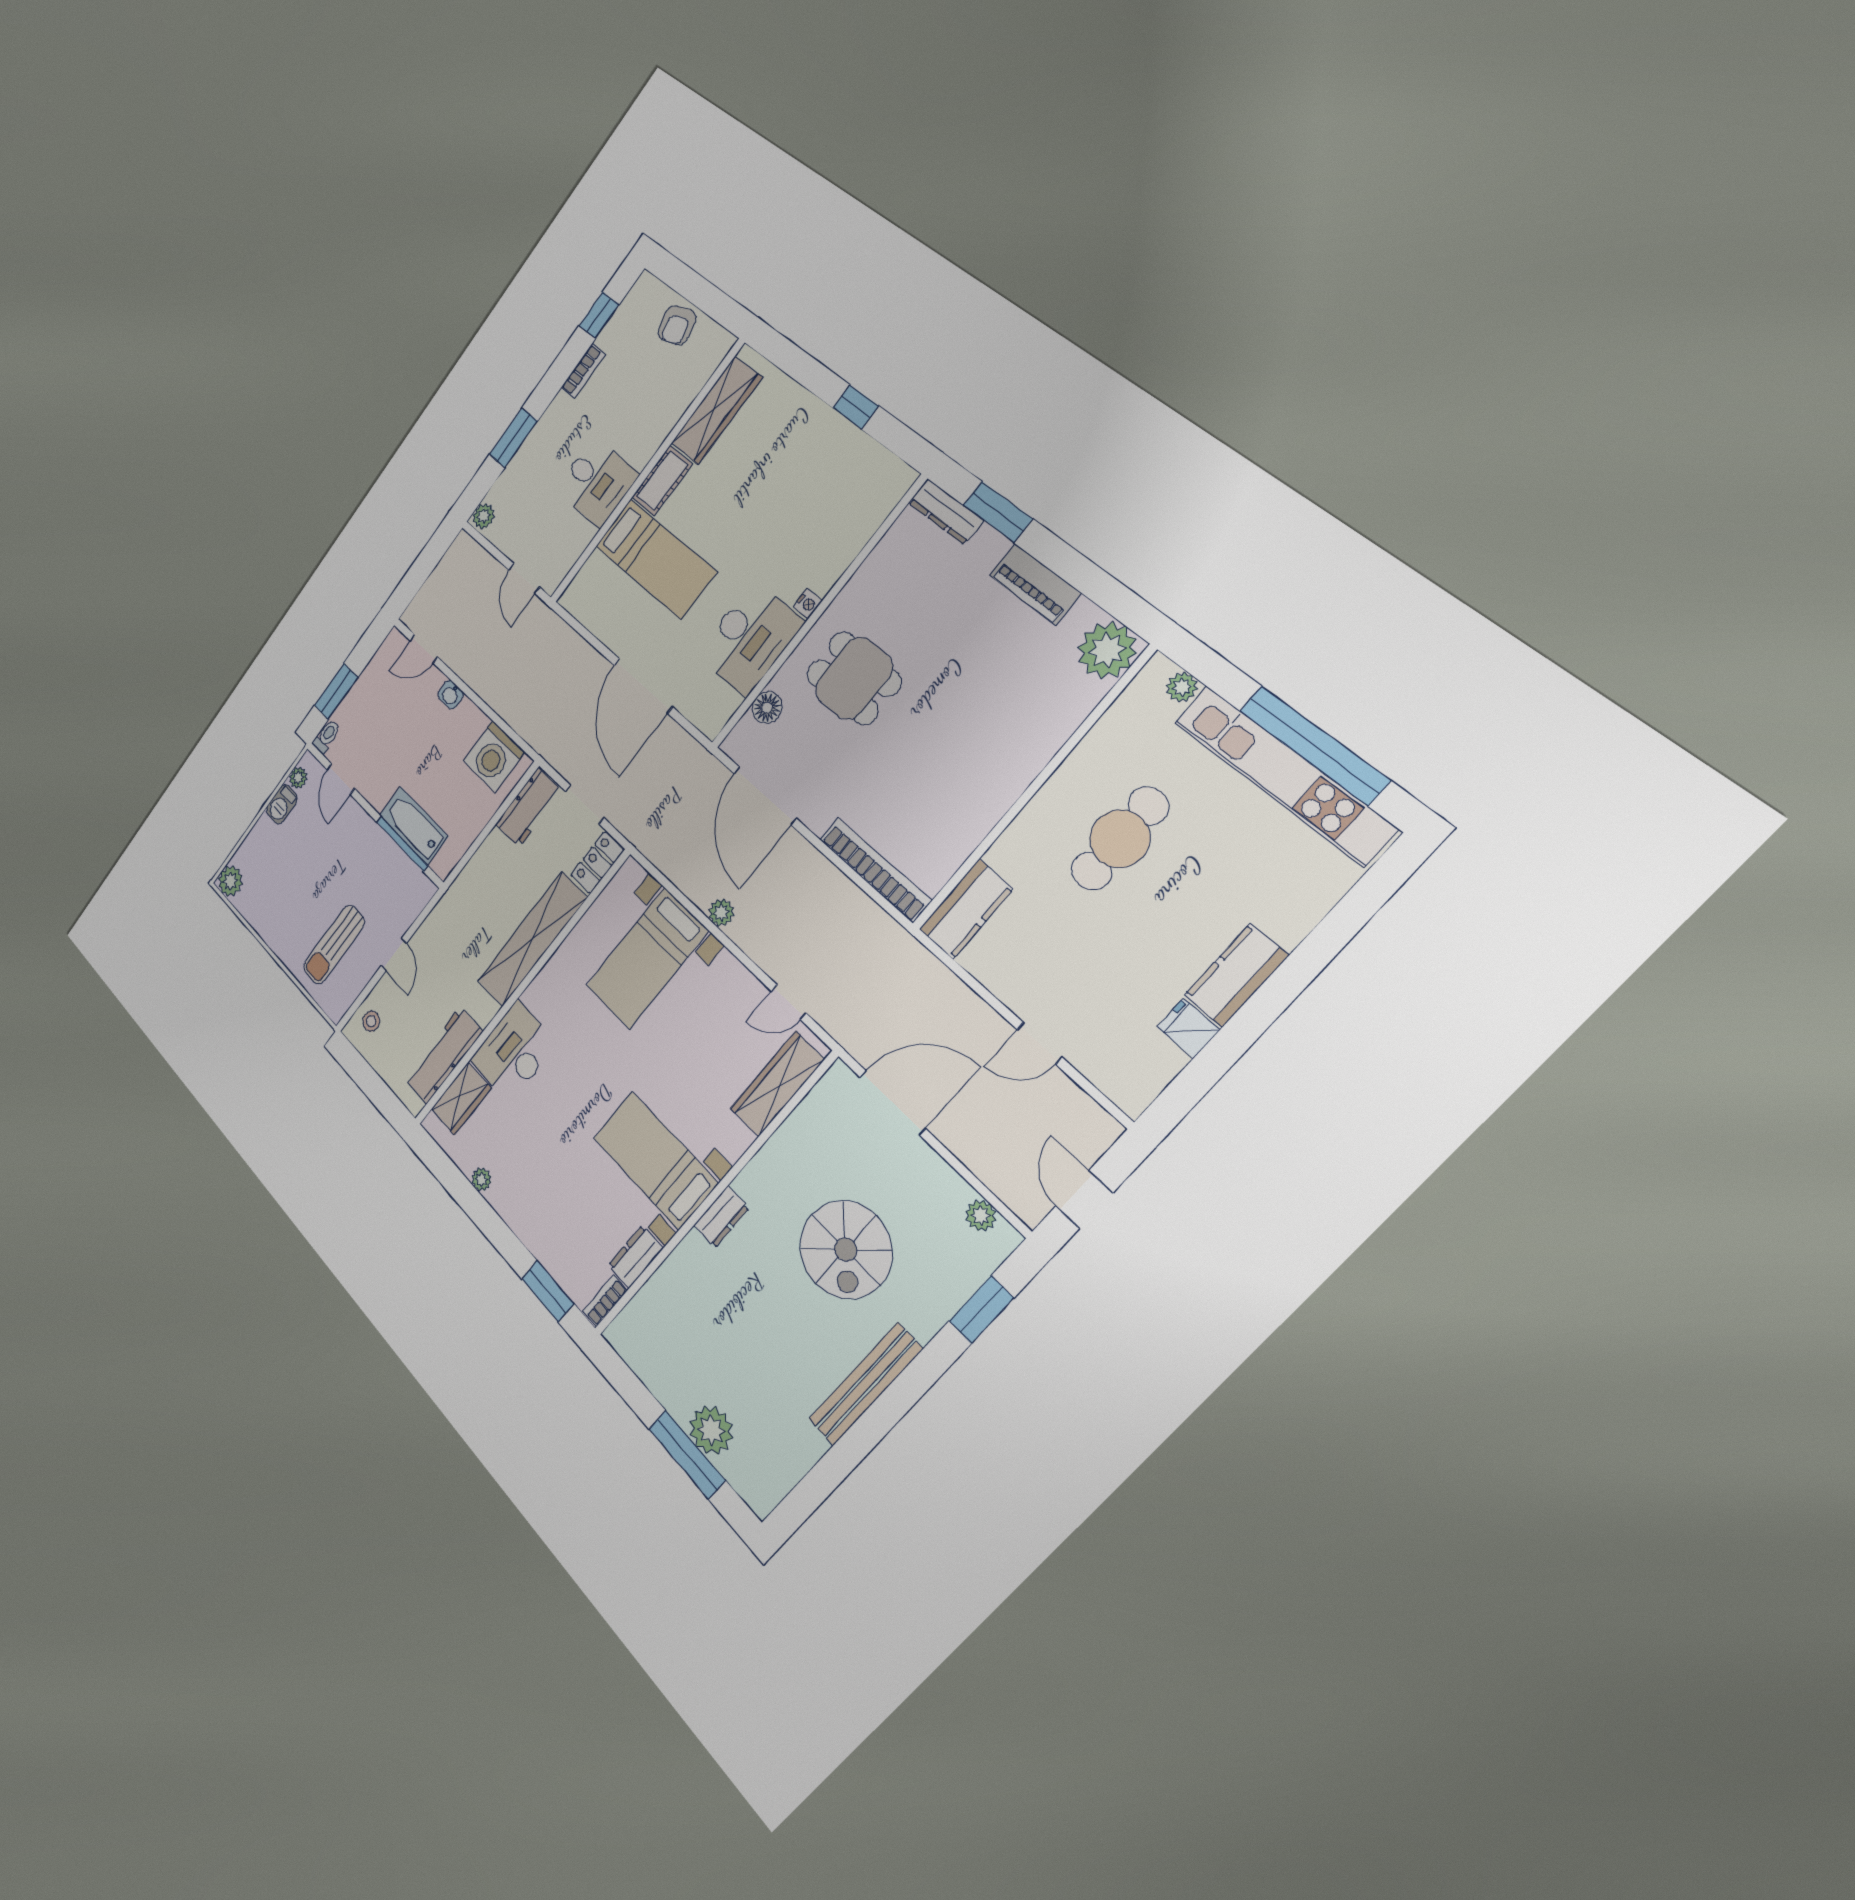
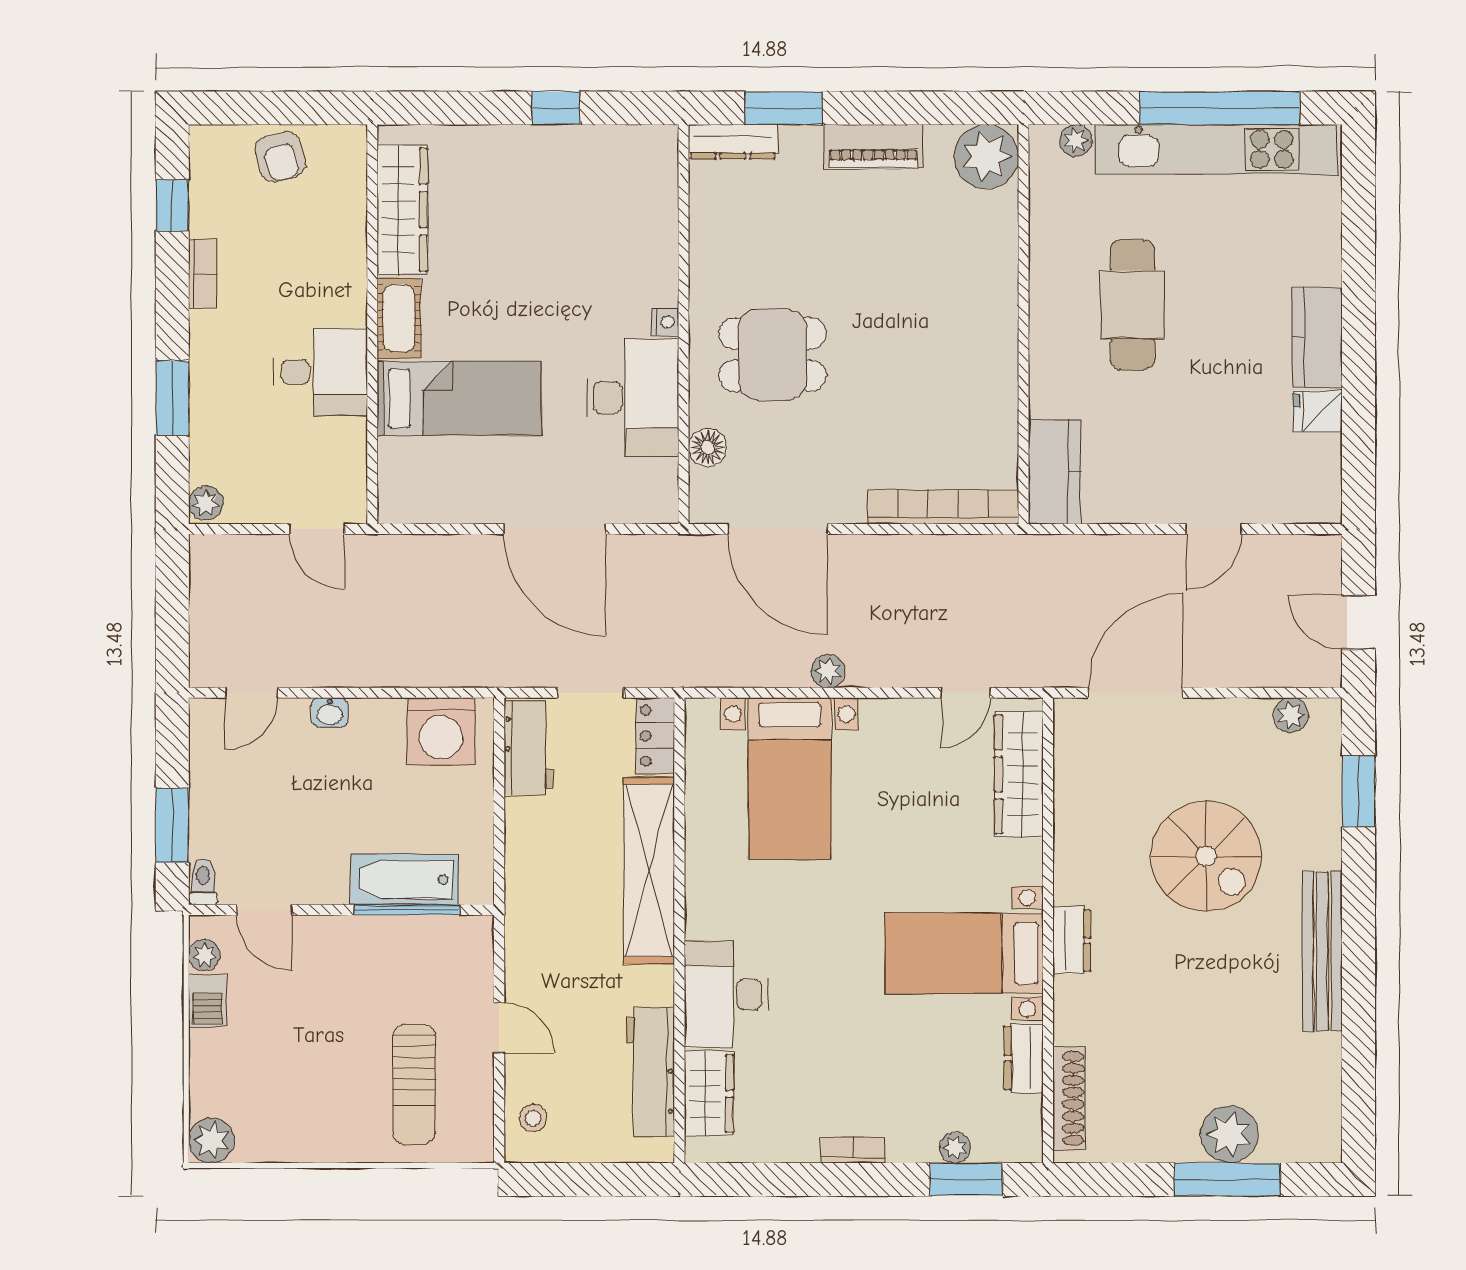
plant: (481, 1179) -> (955, 1148), moved
bookcase: (605, 1301) -> (853, 1150), moved, turned 90
shoe rack: (640, 1307) -> (1069, 1098), added

